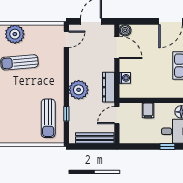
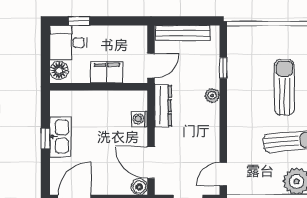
plant: (79, 90) -> (212, 95), width x0.53, depth x0.53
filing cabinet: (148, 110) -> (107, 72), width x2.00
sun lounger: (48, 118) -> (284, 87), moved

